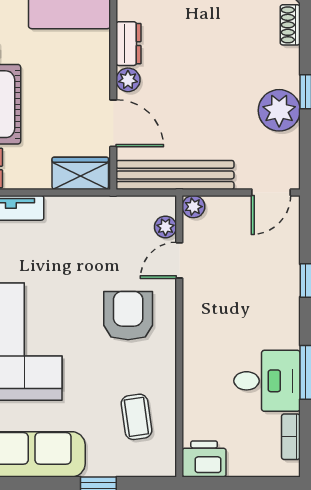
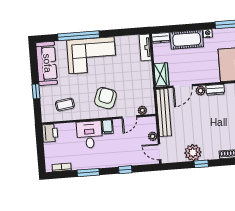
plant: (193, 207) -> (153, 136), moved
door: (179, 260) -> (129, 117), swing flipped
armchair: (128, 316) -> (105, 98), turned -70
filing cabinet: (199, 316) -> (107, 127), added
desk: (267, 381) -> (89, 135), moved, turned 180

